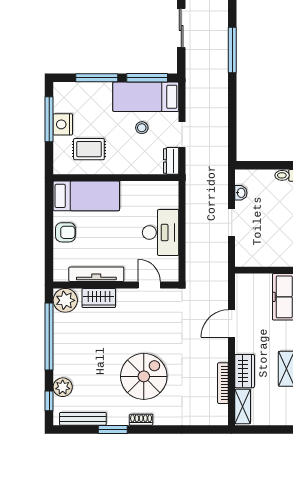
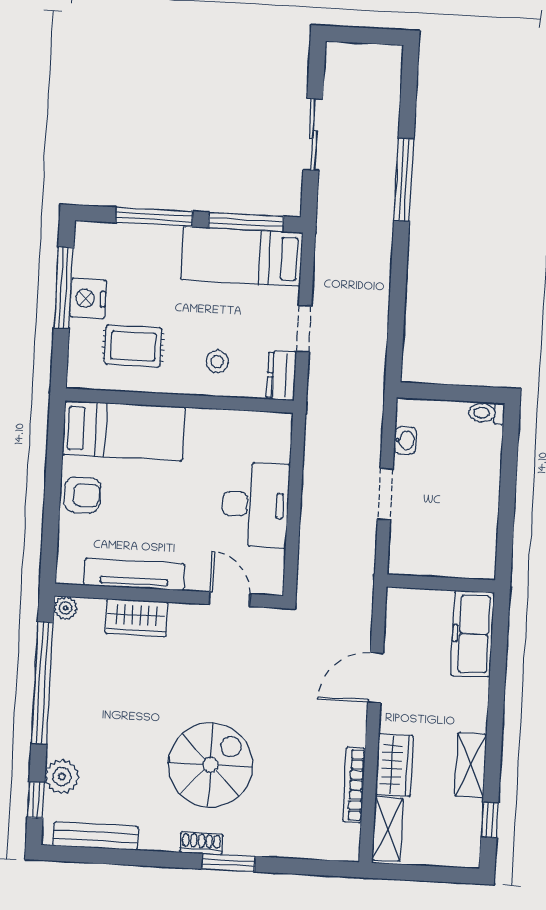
stool: (142, 128) -> (217, 362), moved
plant: (65, 300) -> (65, 608), width x0.53, depth x0.53
window: (113, 429) -> (229, 863), moved

